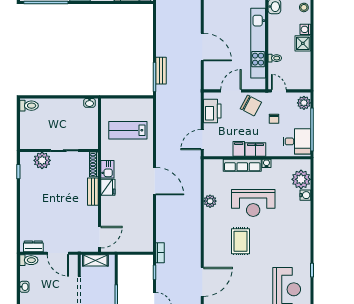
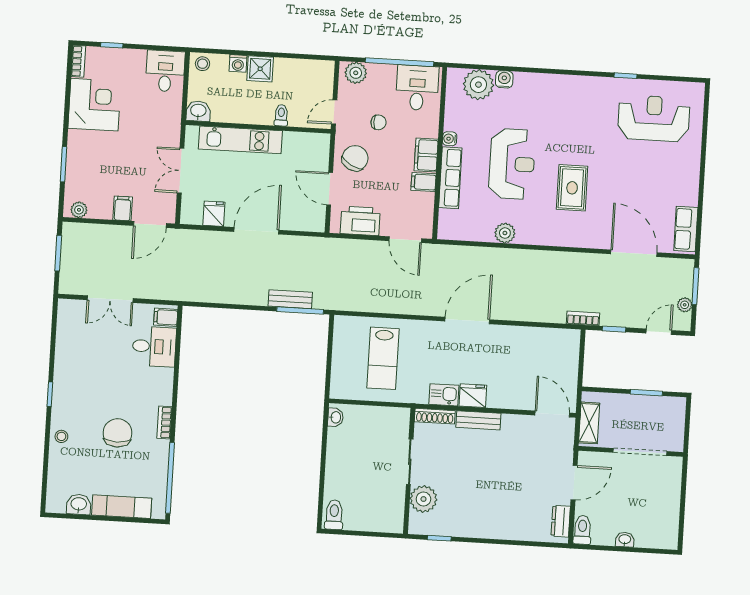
fridge: (211, 20) -> (214, 214), added
kitchen unit: (258, 43) -> (240, 140), width x0.73
rug: (241, 241) -> (572, 188), turned 90

